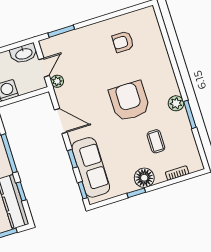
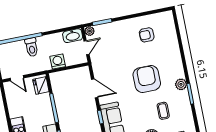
plant: (57, 81) -> (90, 31), moved

